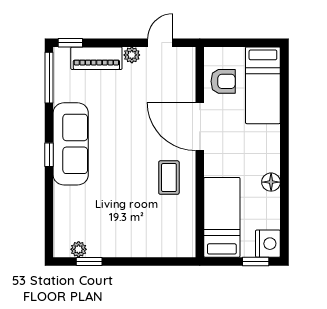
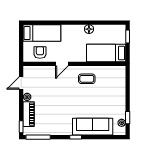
door: (160, 43) -> (21, 83), hinge flipped
door: (200, 127) -> (62, 64), width x0.53
sofa: (71, 144) -> (93, 127), moved
nightstand: (268, 244) -> (119, 31), removed

